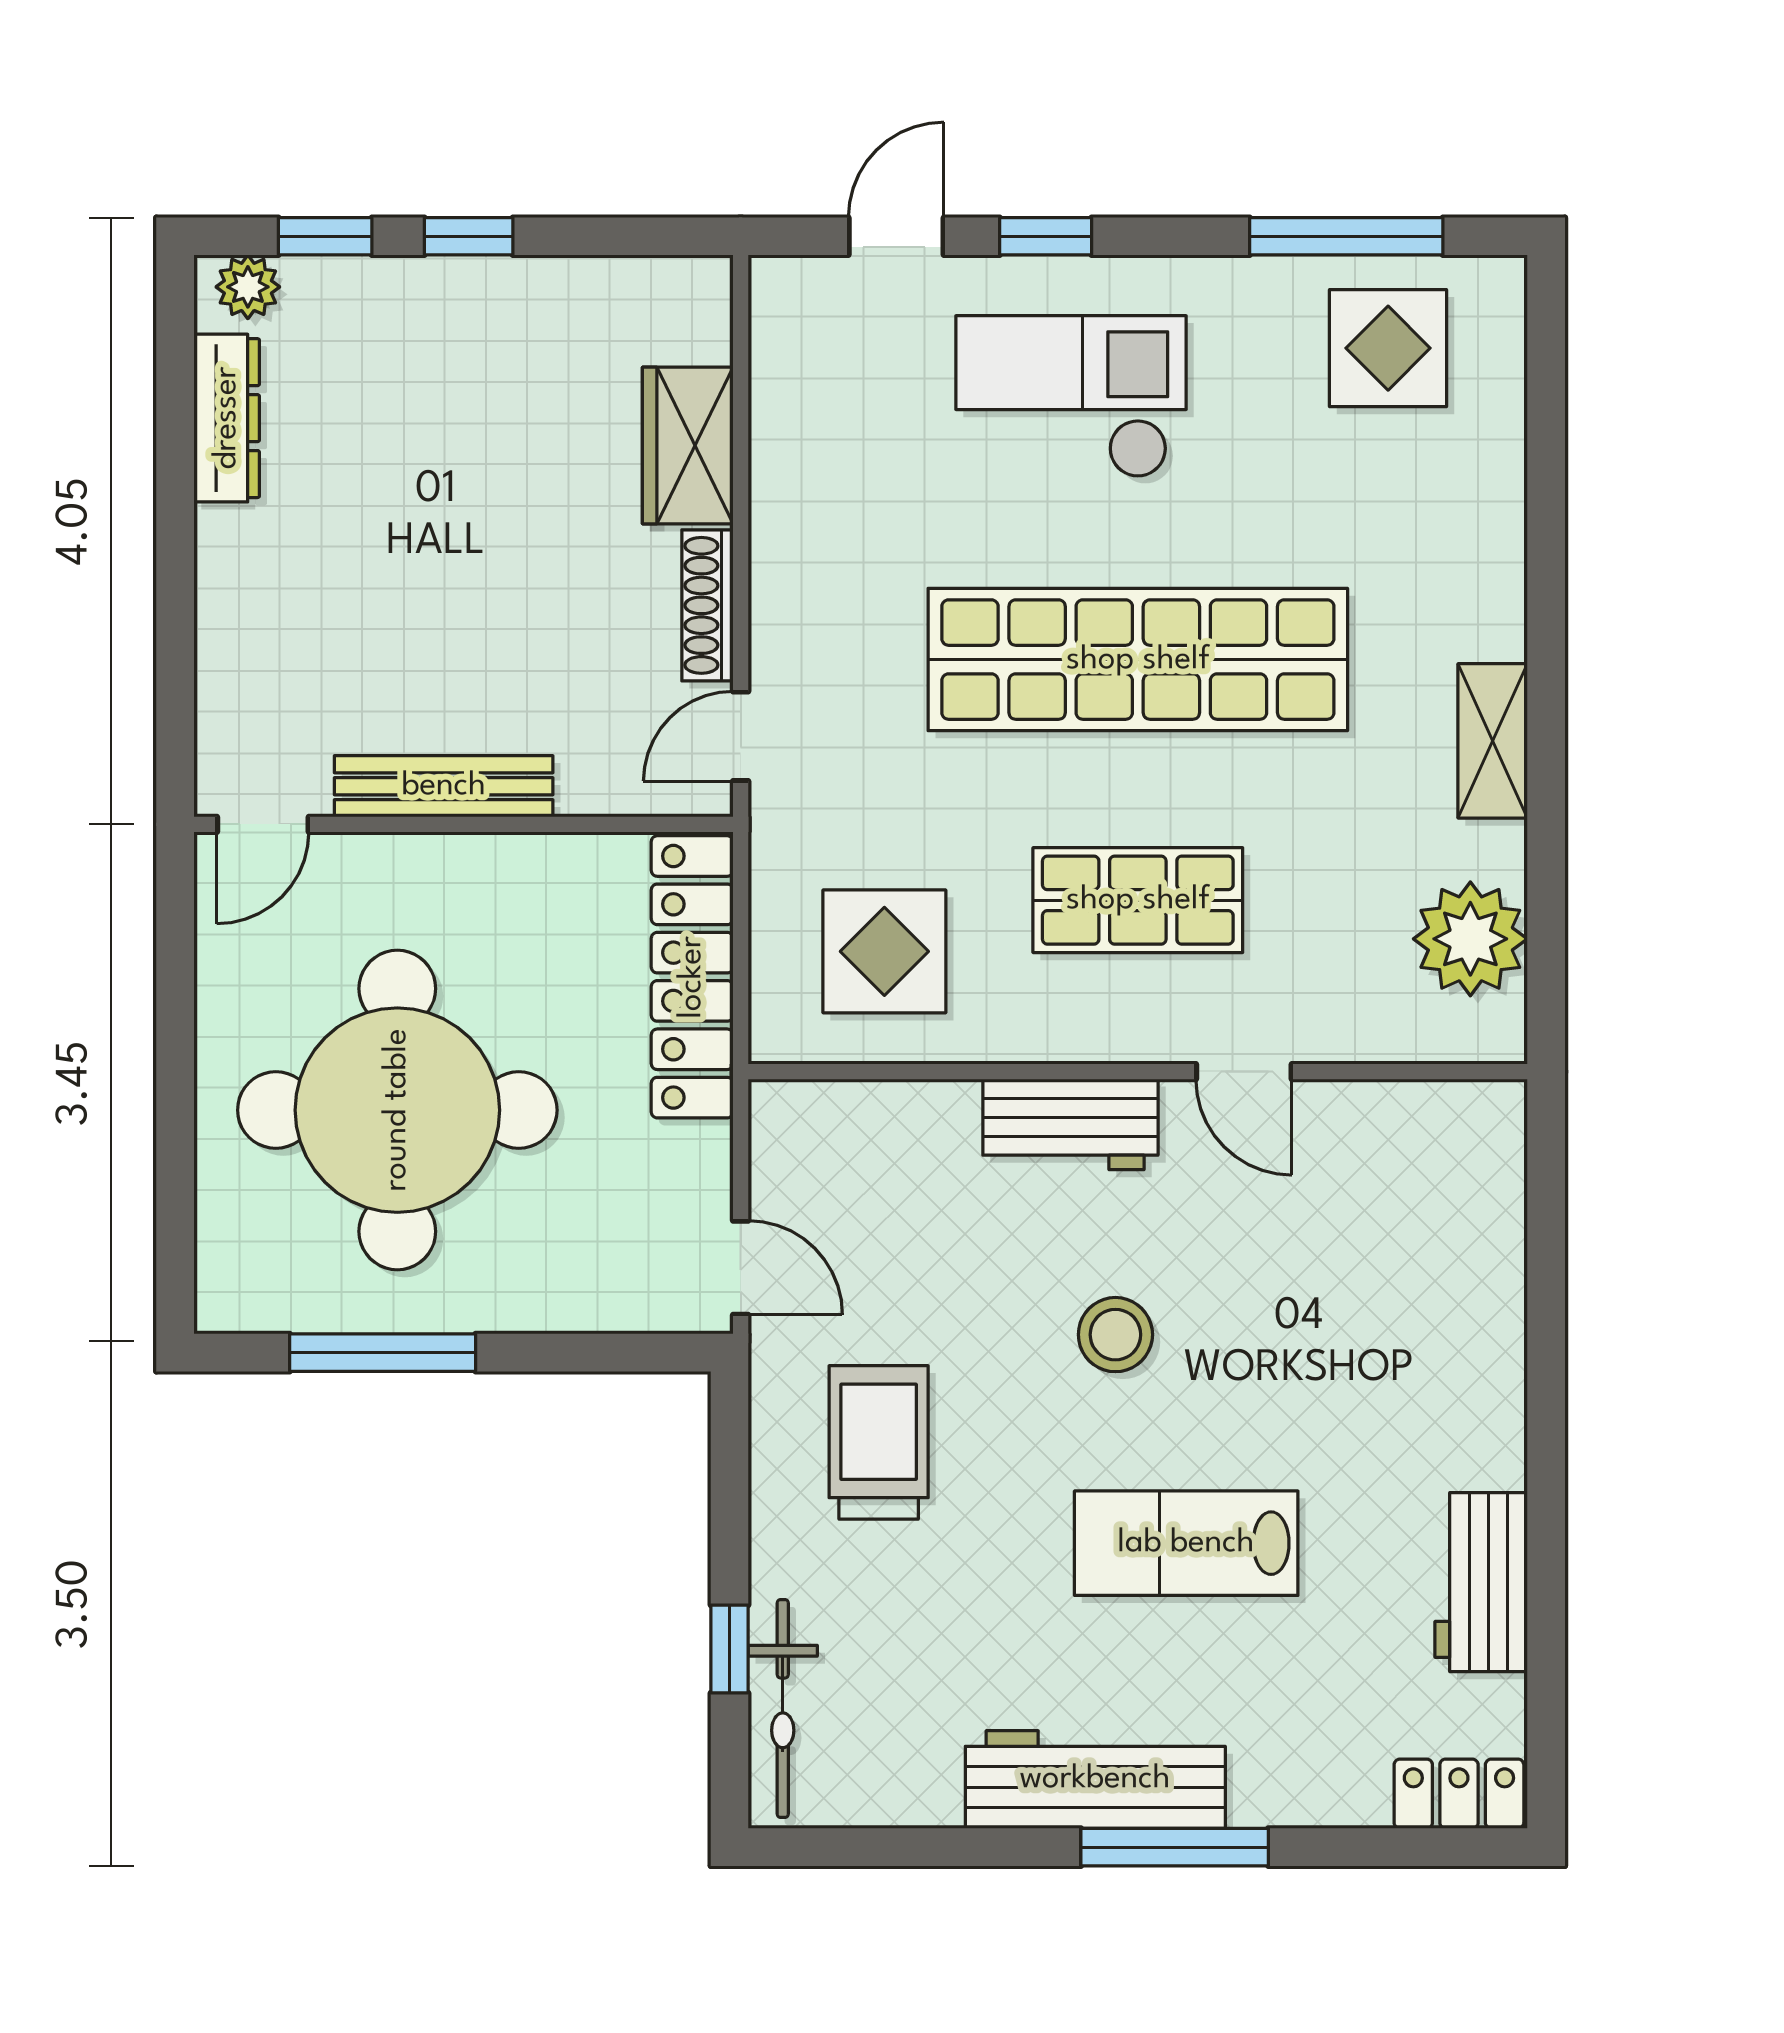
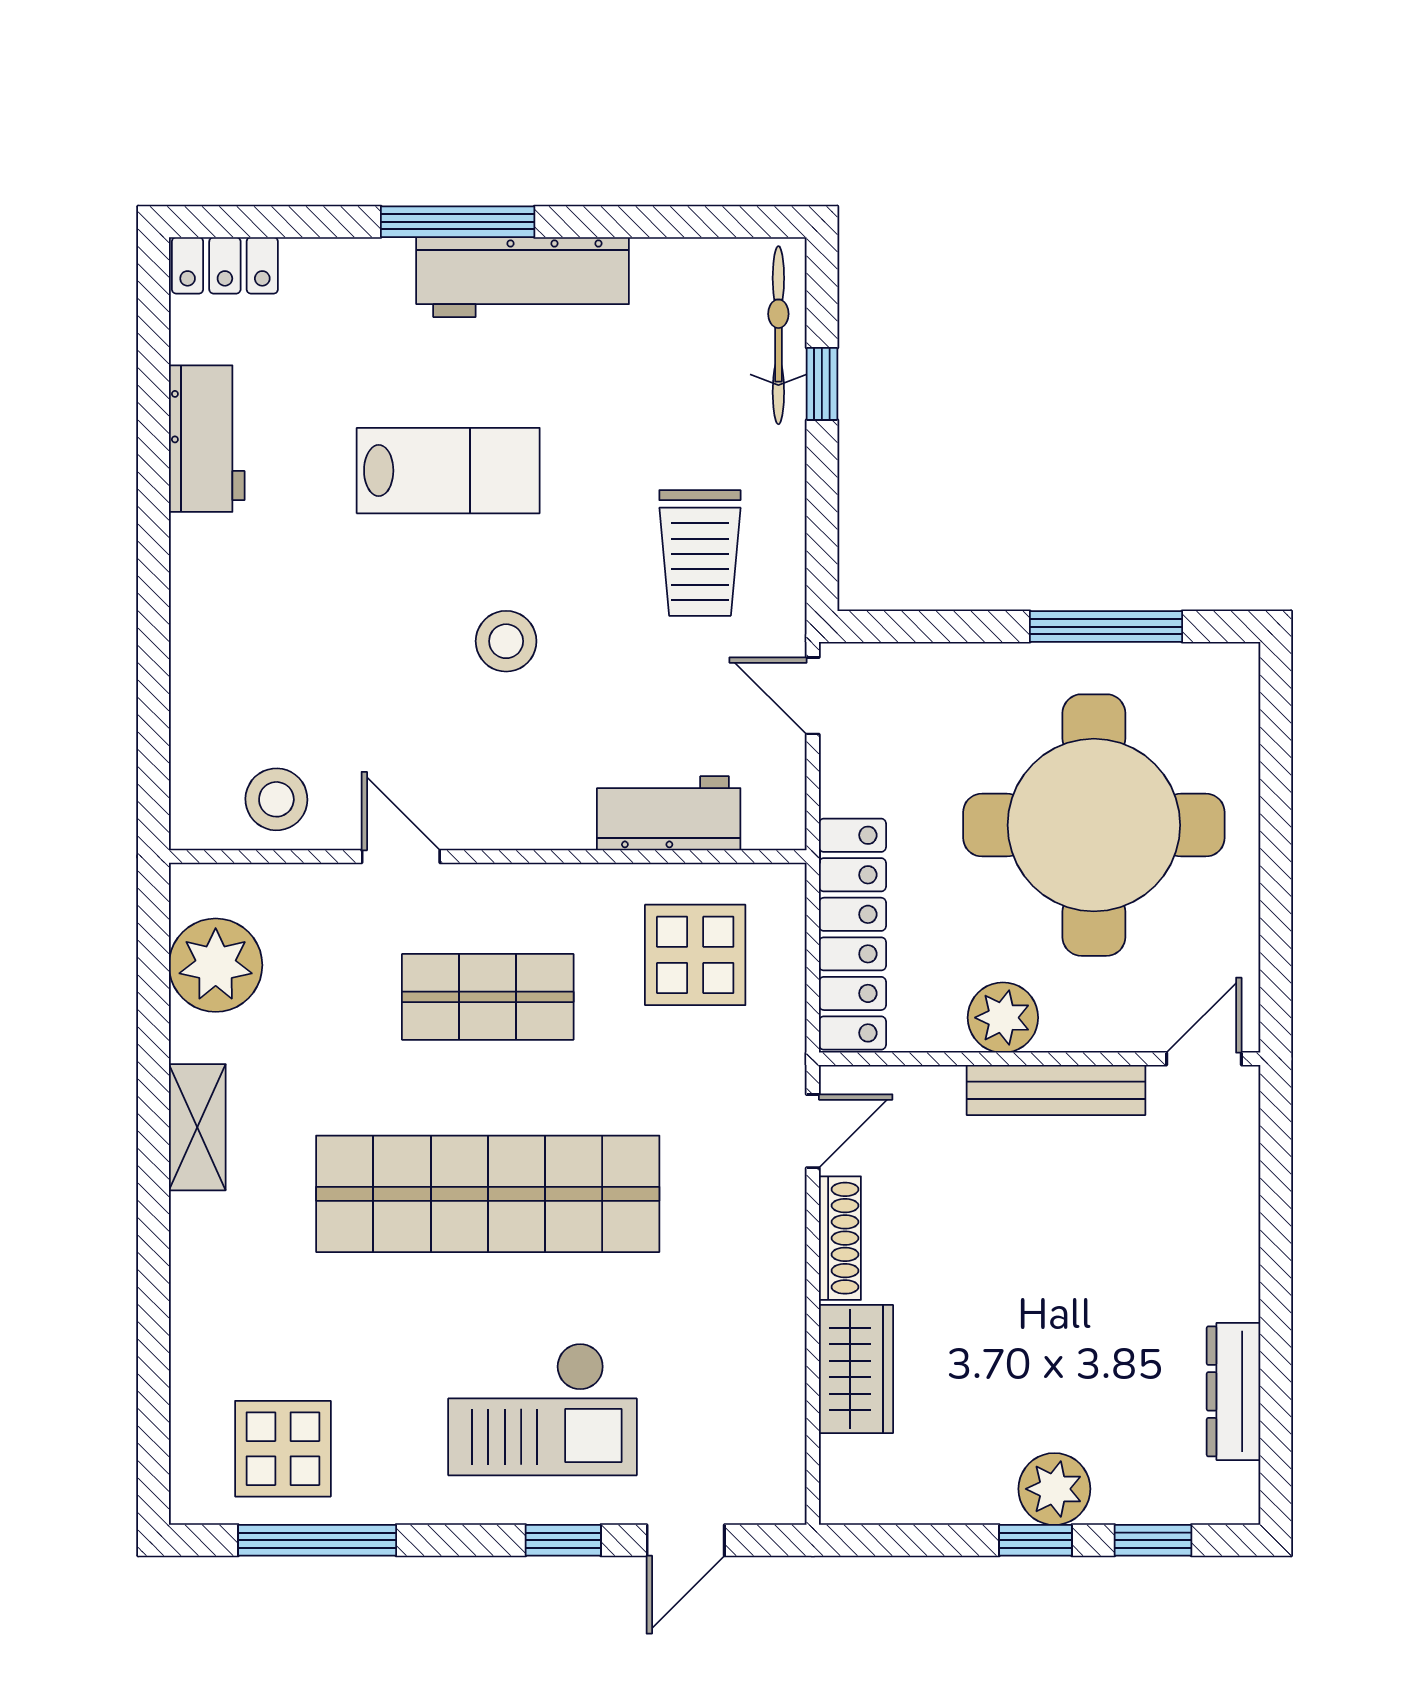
plant: (248, 287) -> (1054, 1489), moved, width x1.38, depth x1.38
plant: (508, 875) -> (1003, 1018), added
workbench: (1070, 1124) -> (669, 813), moved
stool: (1396, 1141) -> (276, 799), added

